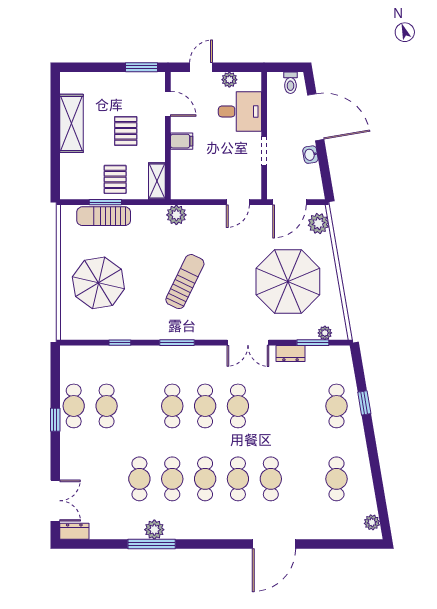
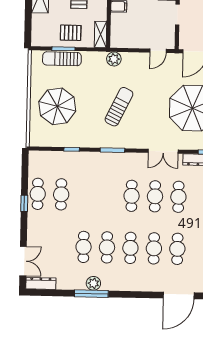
pallet: (115, 179) -> (71, 33), turned 90
cafe table: (172, 406) -> (178, 197), moved
dresser: (74, 531) -> (41, 283), width x1.44

